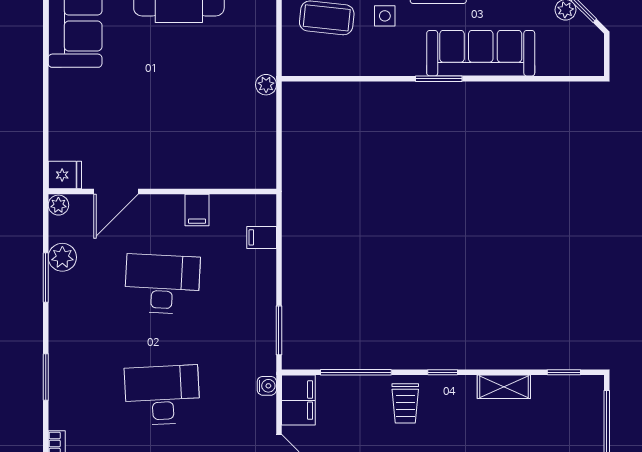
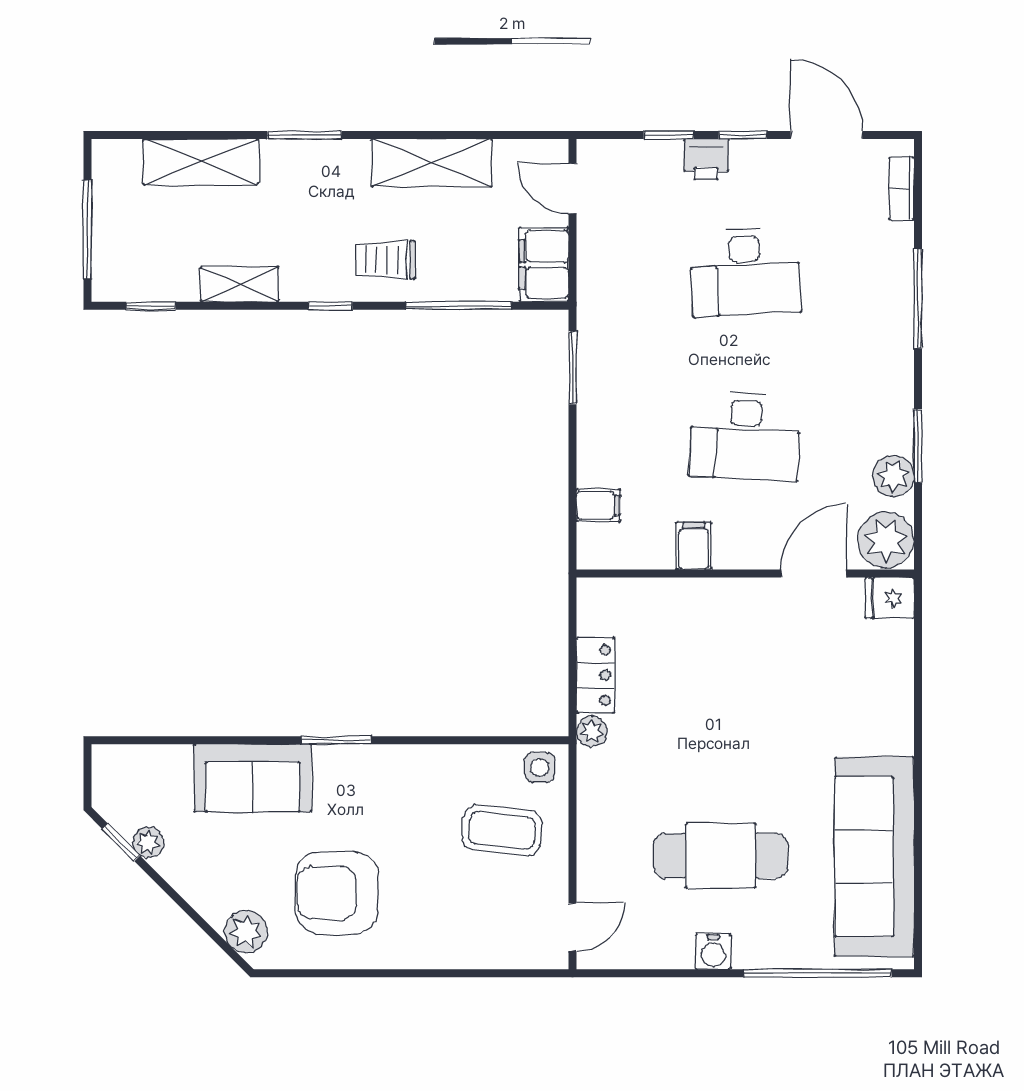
side table: (385, 16) -> (540, 767), moved
sofa: (481, 53) -> (253, 778), width x0.73
locker: (263, 123) -> (595, 675), added
plant: (58, 205) -> (886, 540), width x1.87, depth x1.87
window: (46, 377) -> (918, 299), width x1.44
water cooler: (267, 386) -> (591, 286), removed
trolley: (405, 403) -> (386, 260), turned -90

